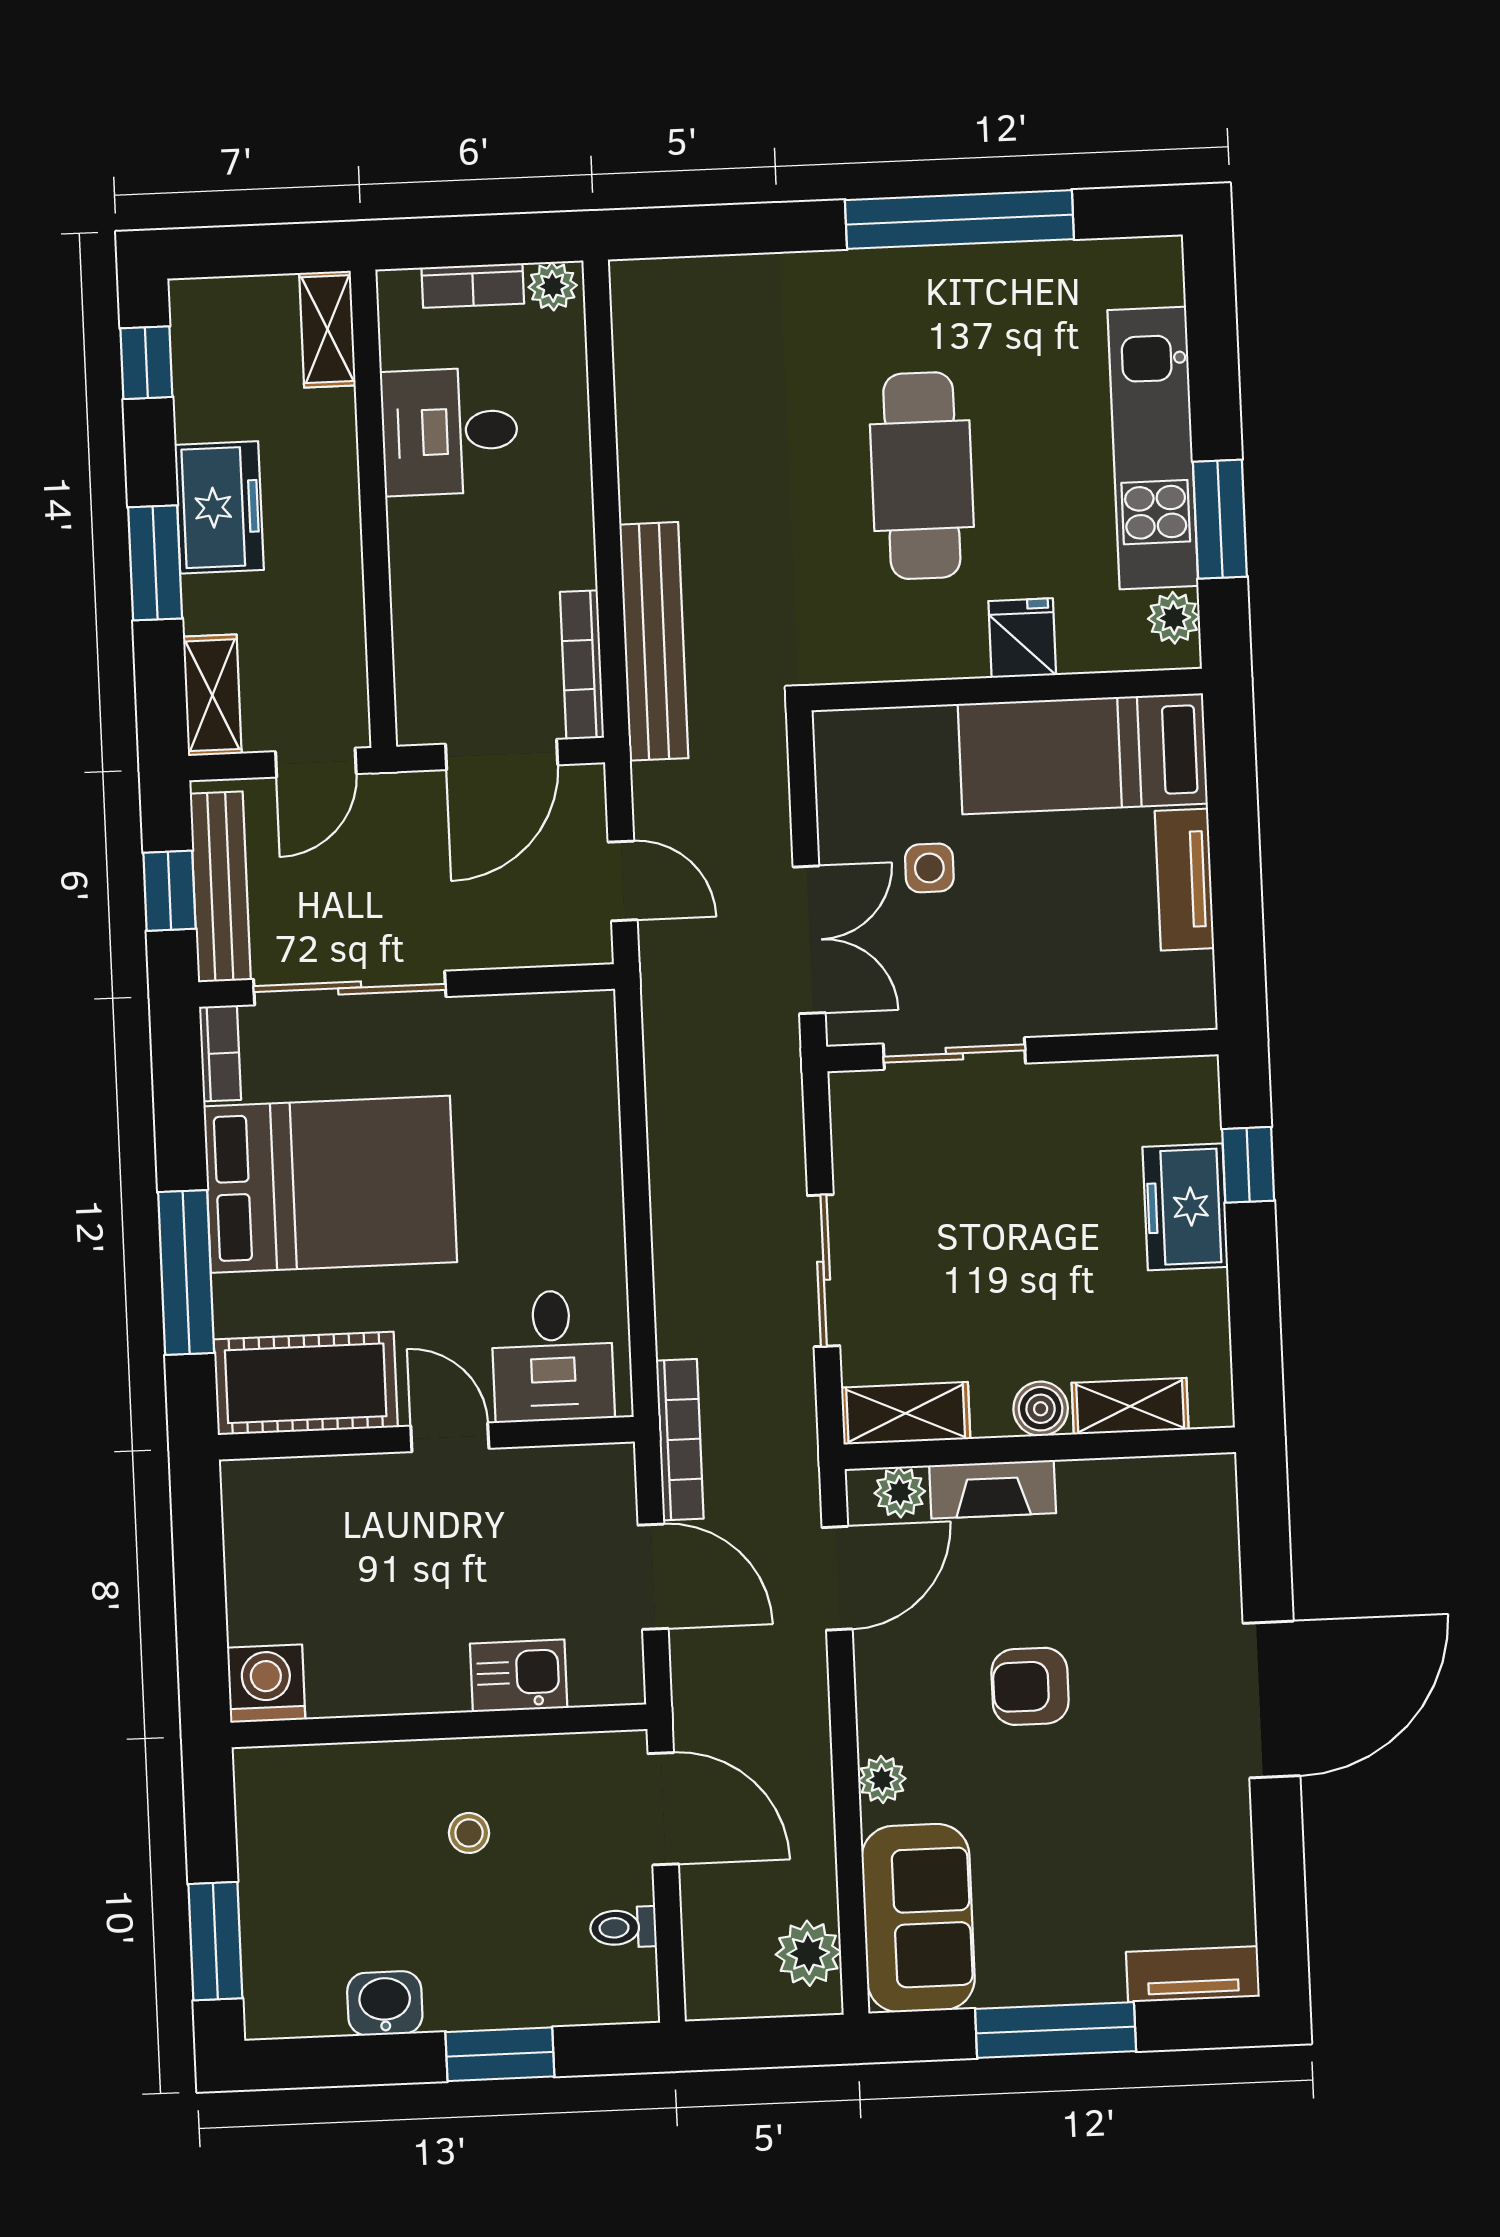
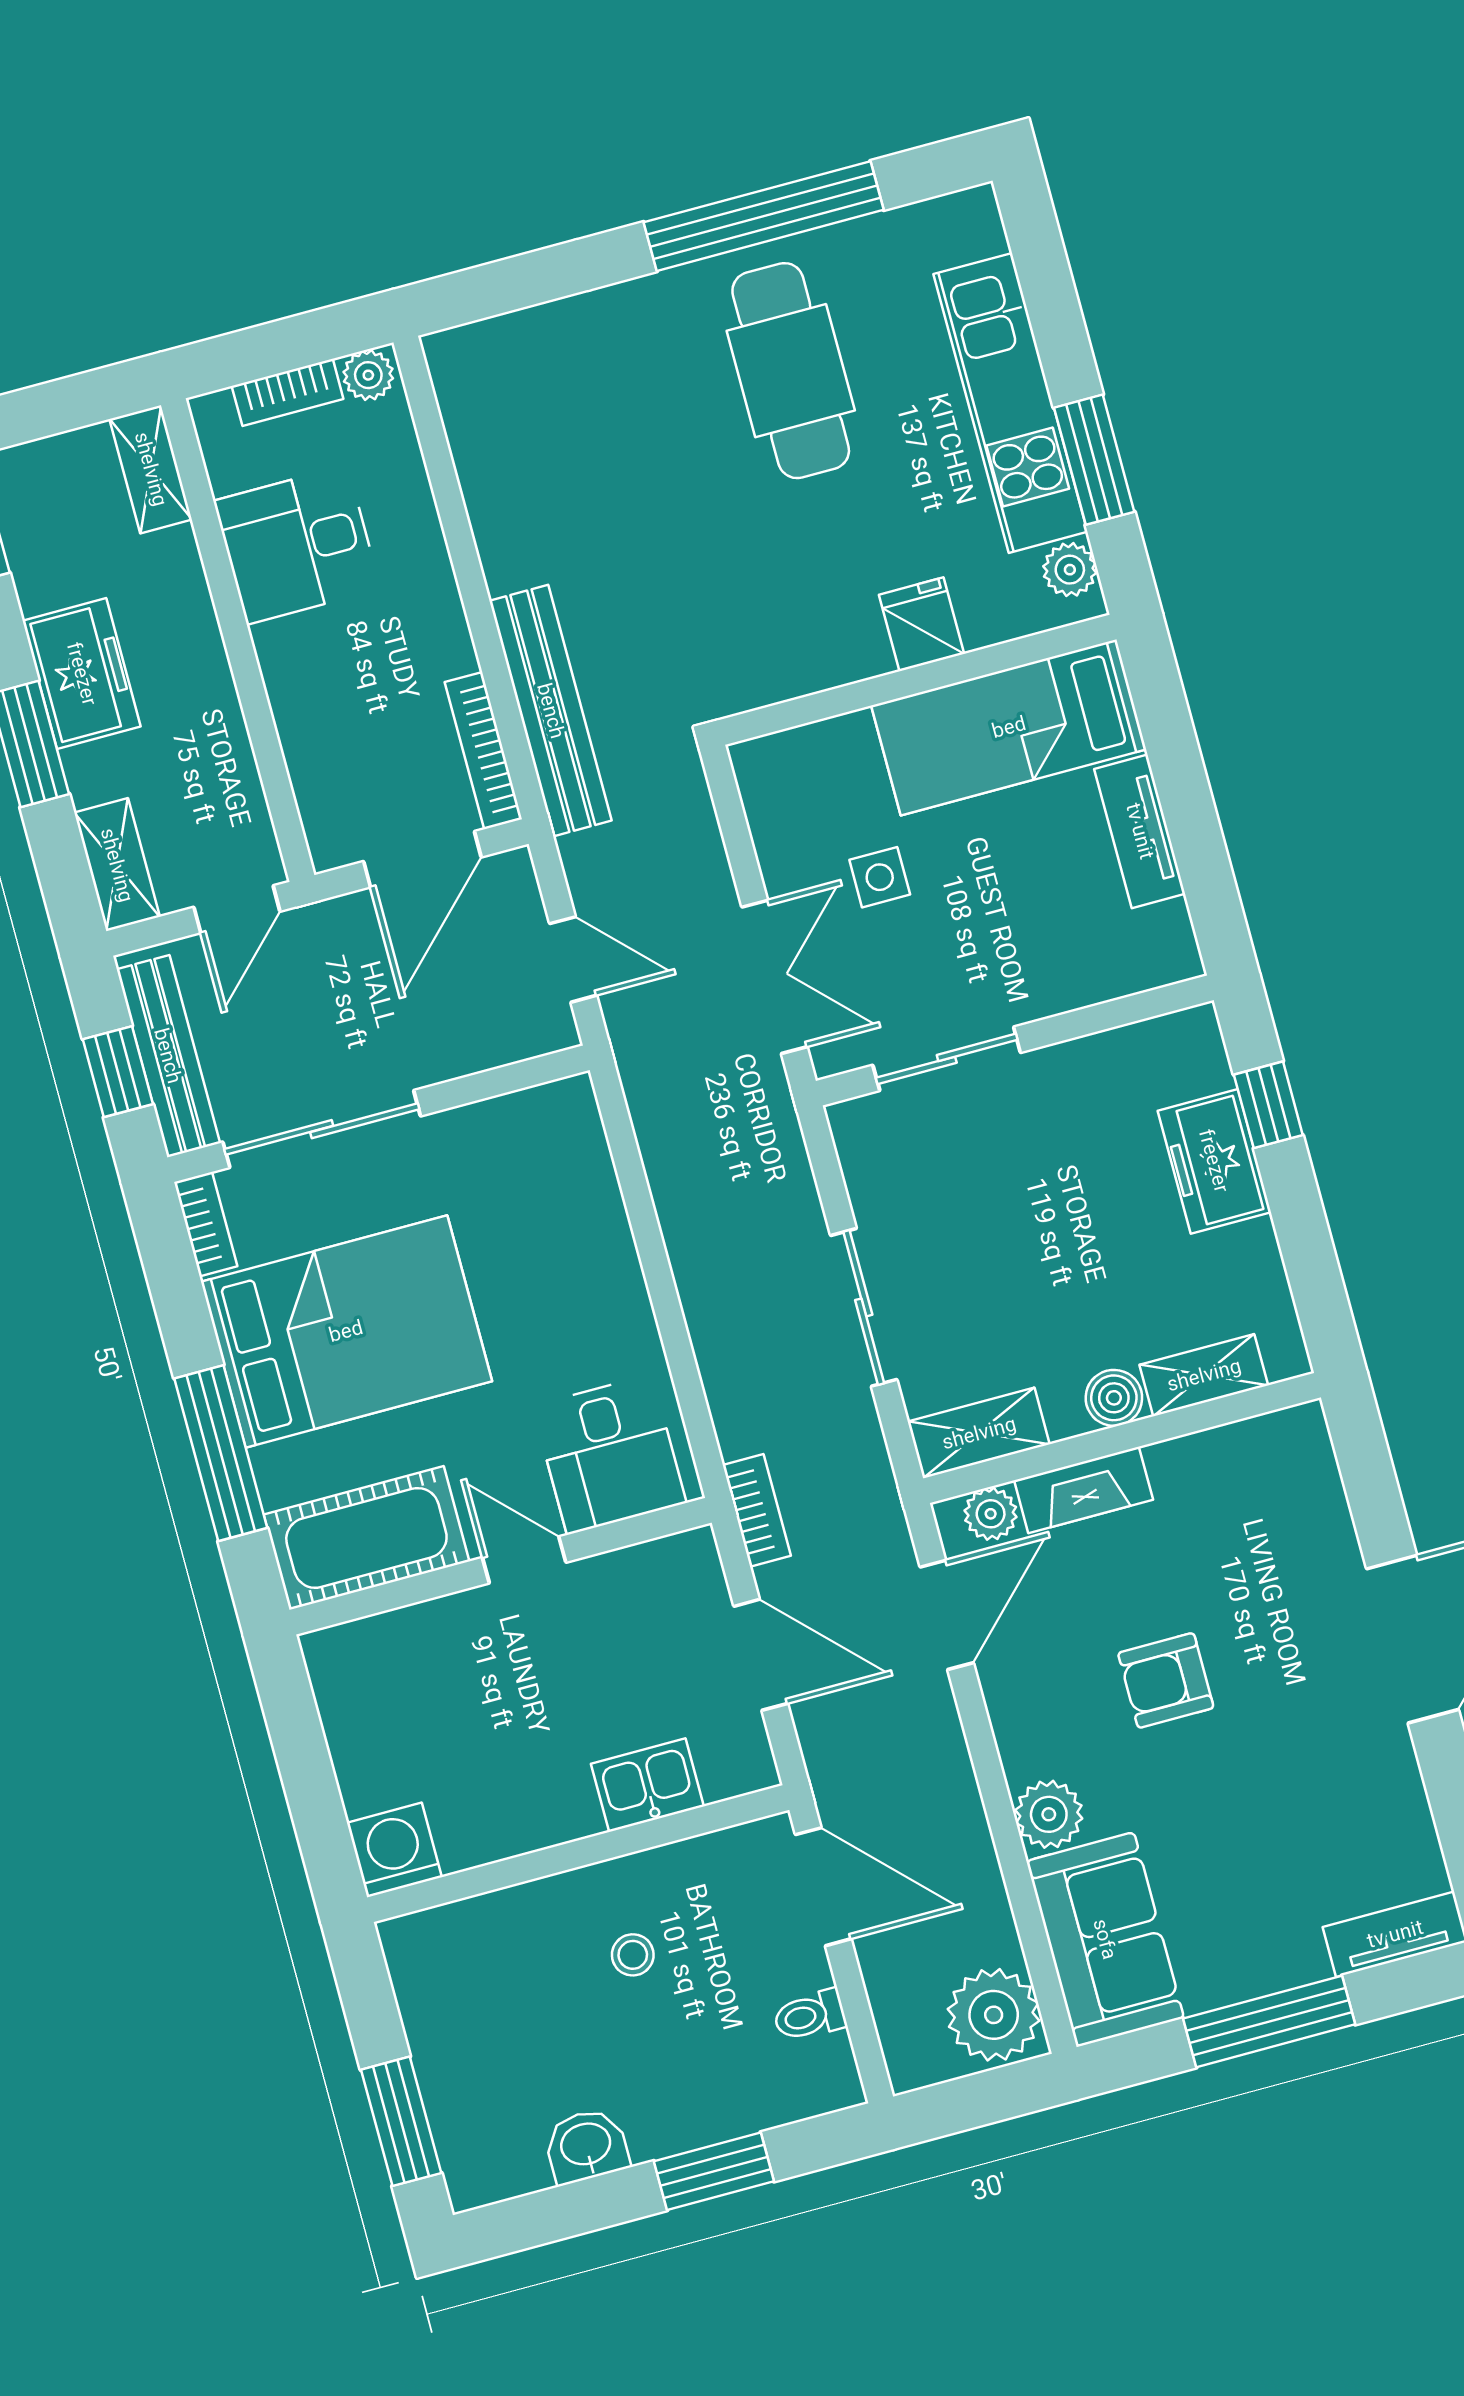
cafe table: (922, 476) -> (791, 371), moved
bookcase: (680, 1440) -> (757, 1510), width x0.64
plant: (882, 1780) -> (1049, 1814), width x1.38, depth x1.38
plant: (808, 1953) -> (994, 2015), width x1.36, depth x1.36

